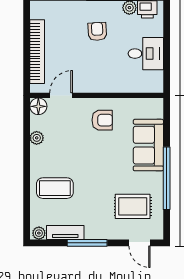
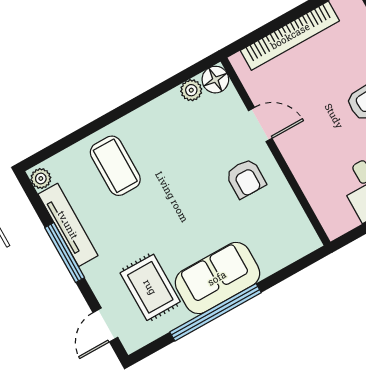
door: (61, 95) -> (260, 124), moved
plant: (37, 138) -> (191, 90), moved
sofa: (148, 145) -> (217, 278), moved
tv unit: (65, 232) -> (68, 225), width x1.41

